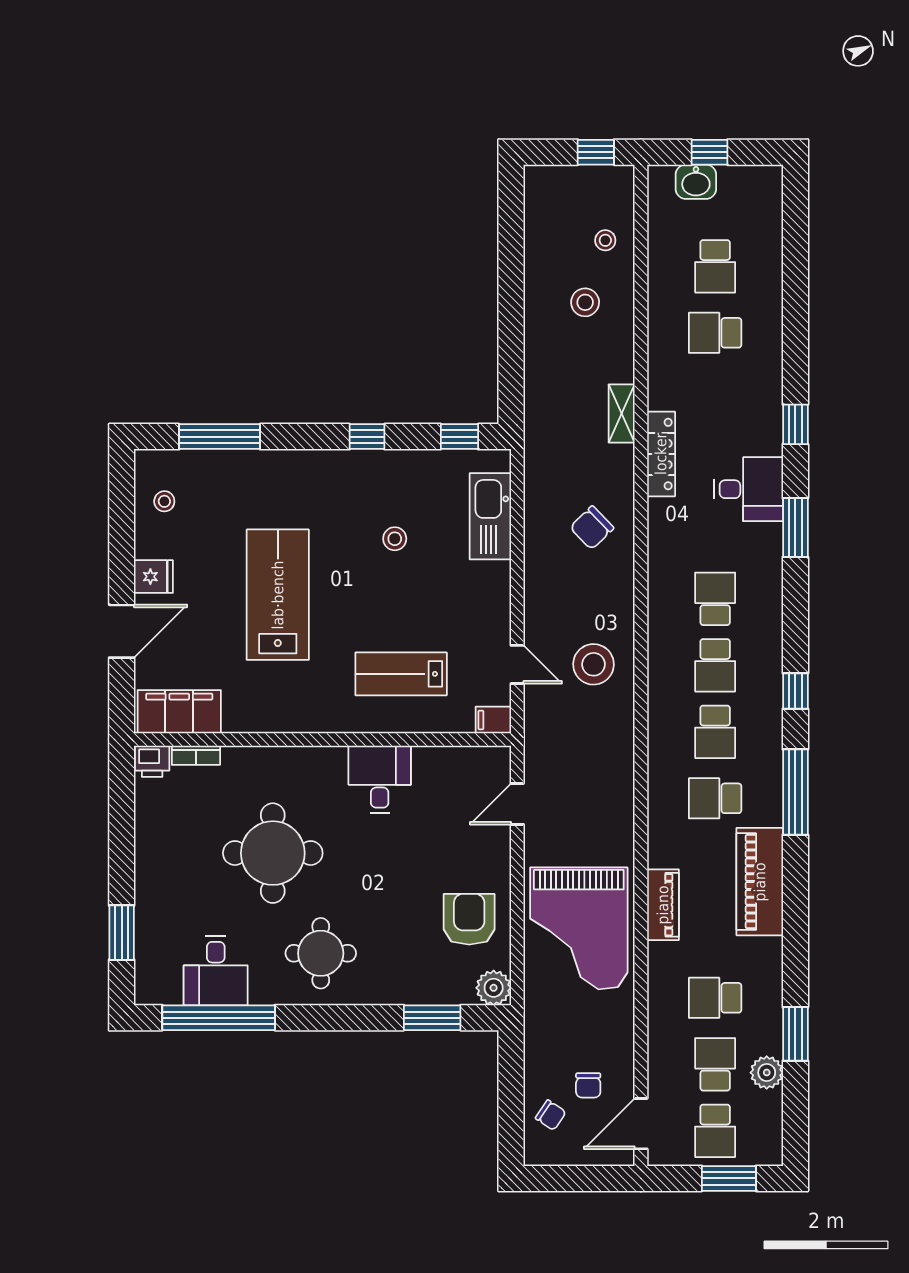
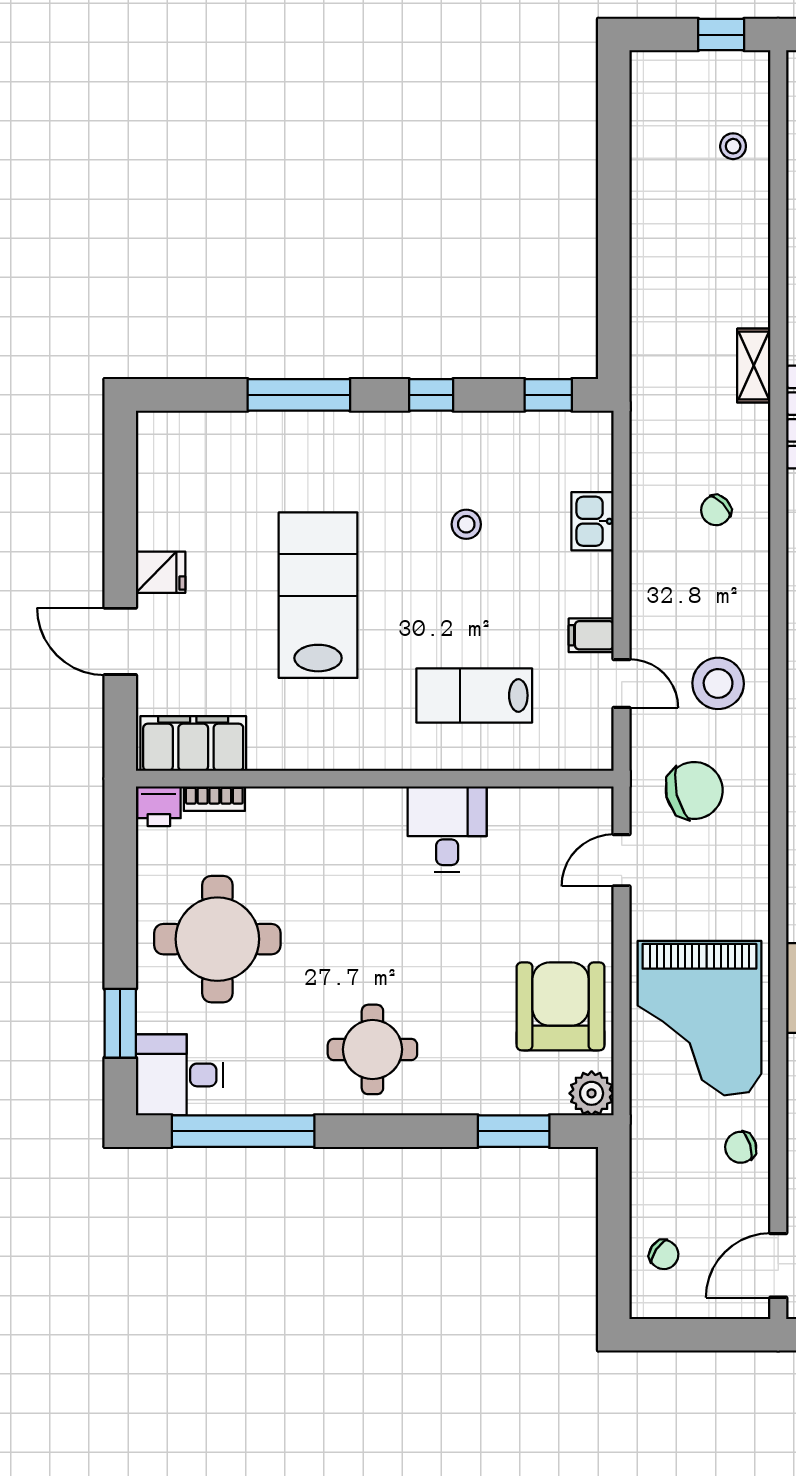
stool: (585, 302) -> (707, 225), removed
window: (219, 437) -> (299, 395), moved
stool: (164, 501) -> (174, 477), removed
kitchen sink: (490, 516) -> (593, 521), width x0.53, depth x0.81
chair: (592, 528) -> (716, 510), width x0.73, depth x0.73
door: (122, 631) -> (120, 641), swing flipped
filing cabinet: (493, 720) -> (591, 635), moved
chair: (575, 749) -> (694, 790), added
round table: (273, 853) -> (217, 939), moved
armchair: (469, 919) -> (561, 1006), width x1.36, depth x1.36
desk: (216, 971) -> (180, 1075), moved, turned 90
chair: (588, 1085) -> (741, 1147), moved, turned 73

